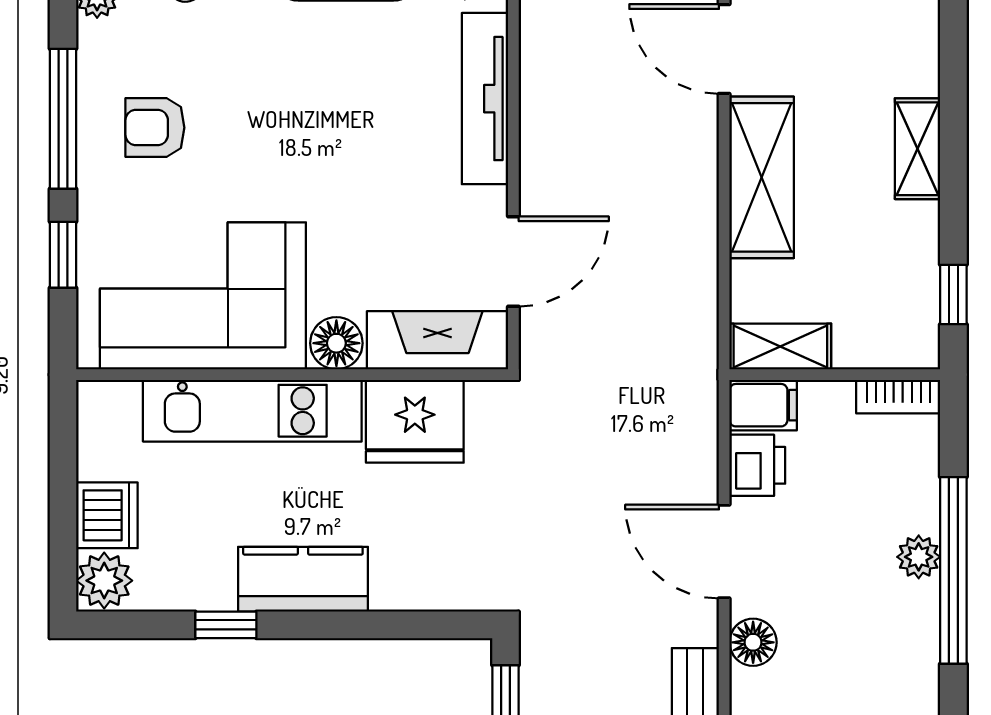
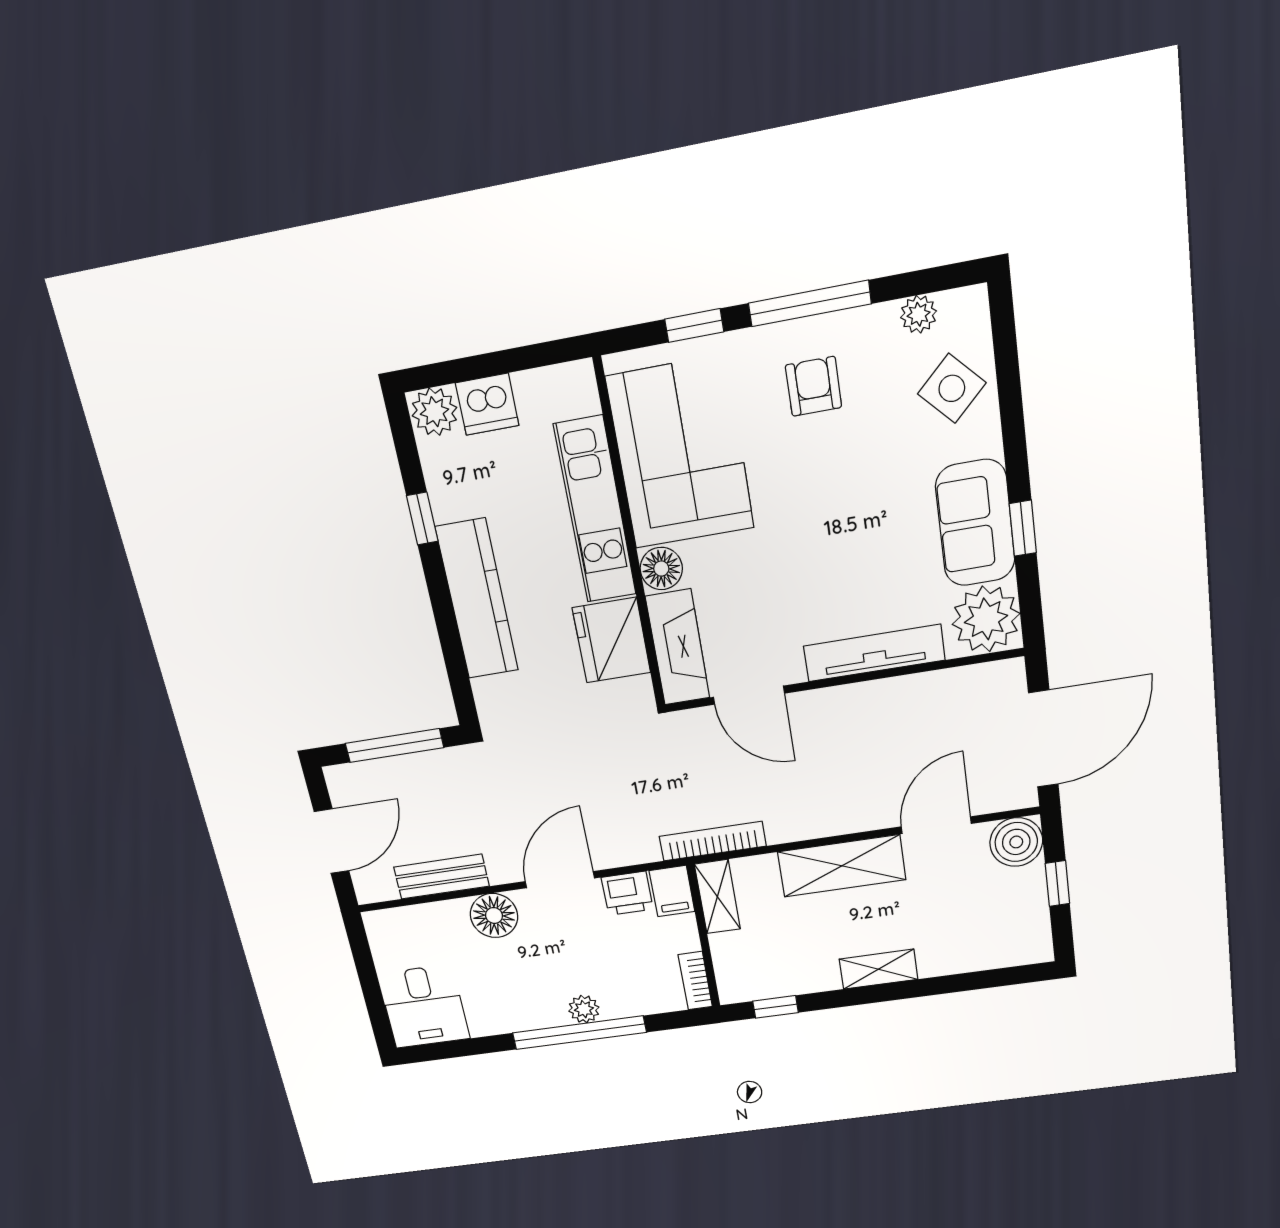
bookcase: (701, 340) -> (713, 841), added
kitchen counter: (303, 579) -> (477, 599), width x1.50
floor lamp: (753, 642) -> (494, 915), width x1.38, depth x1.38

